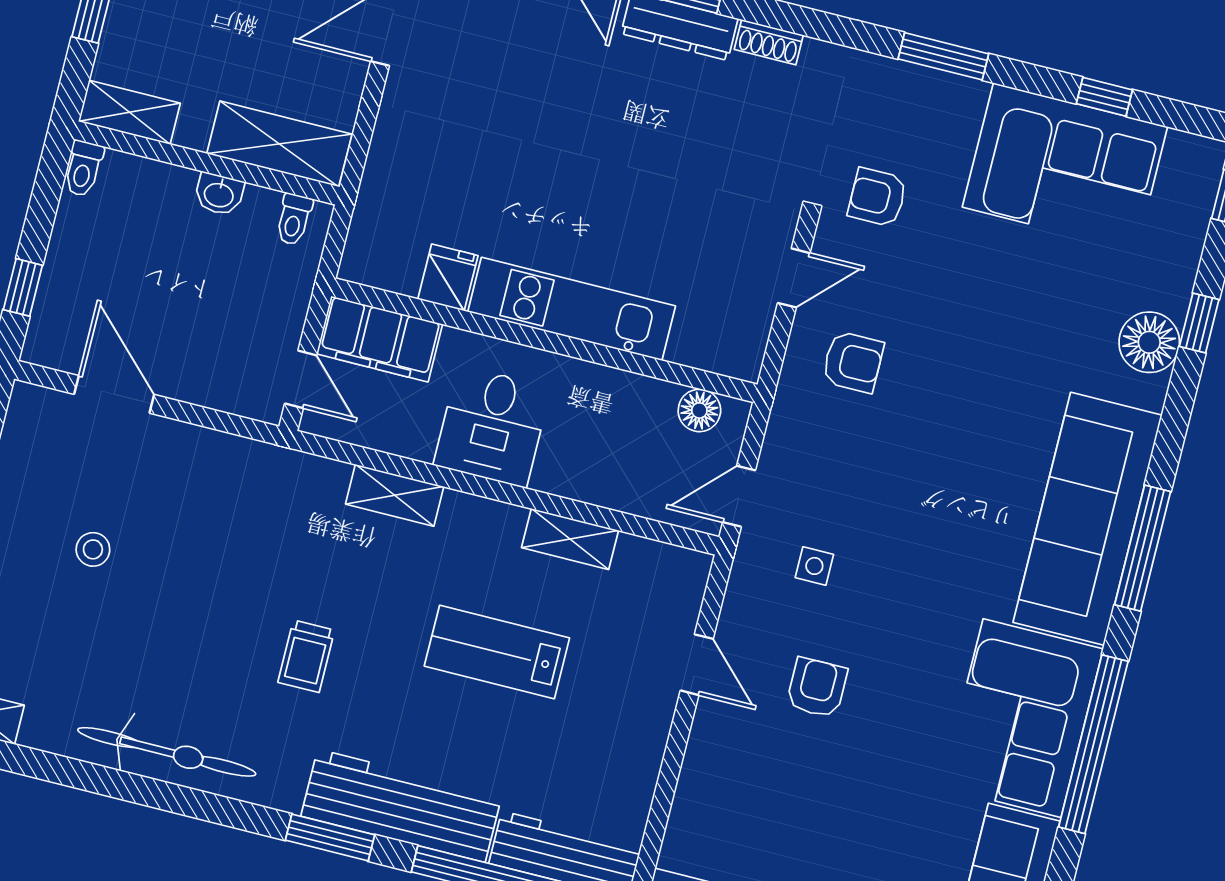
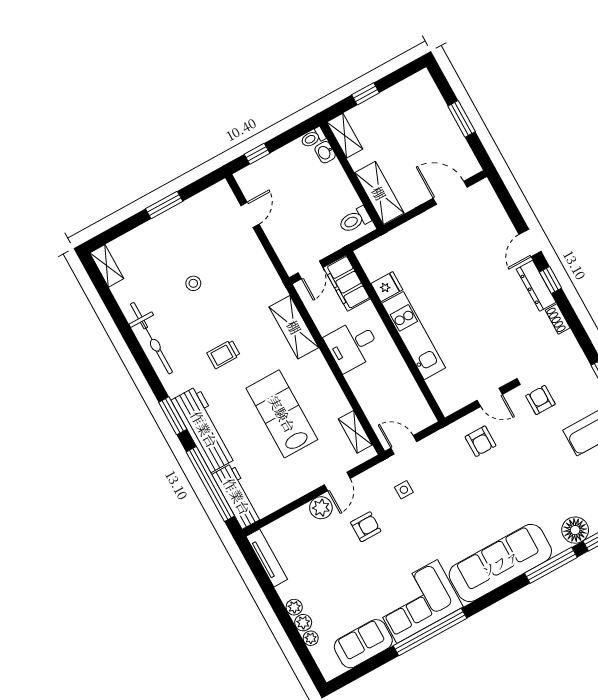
washbasin: (219, 194) -> (325, 152), moved
toilet: (294, 219) -> (355, 220), width x1.37, depth x1.39
door: (114, 394) -> (250, 215), width x0.73
floor lamp: (699, 410) -> (419, 407), removed
shelving: (395, 495) -> (294, 327), width x1.50, depth x1.33
shelving: (570, 539) -> (355, 432), moved
window: (1143, 548) -> (551, 565), moved
stool: (93, 549) -> (193, 283), moved
lab bench: (497, 652) -> (282, 414), width x1.36, depth x1.39
plant: (715, 733) -> (321, 508), added

